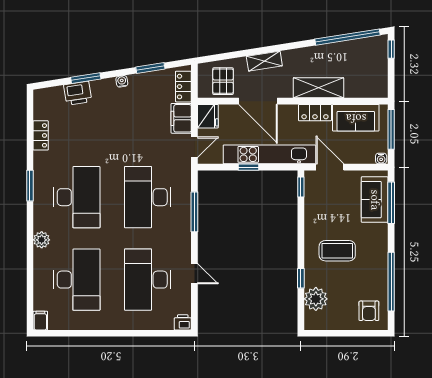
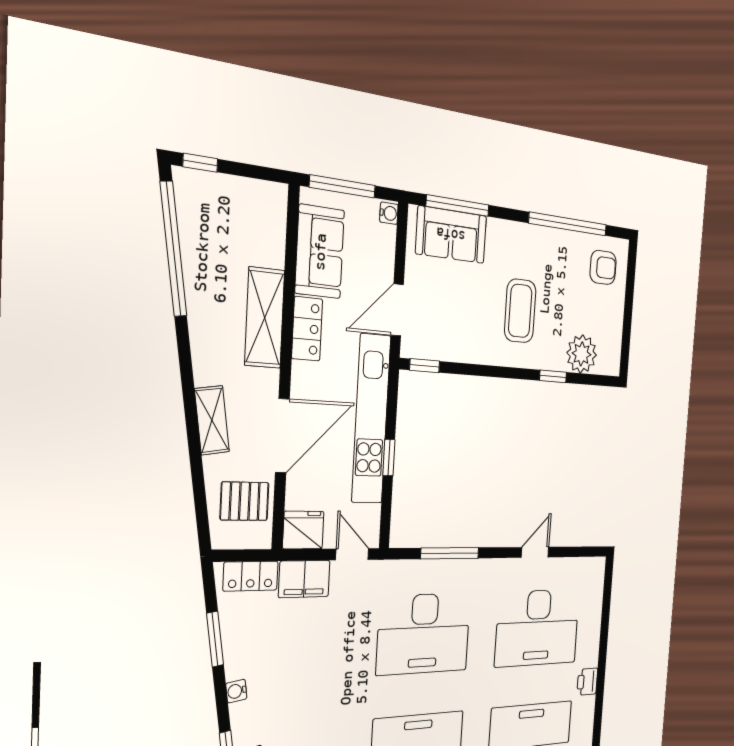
printer: (183, 322) -> (587, 682), moved

